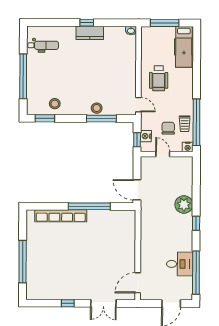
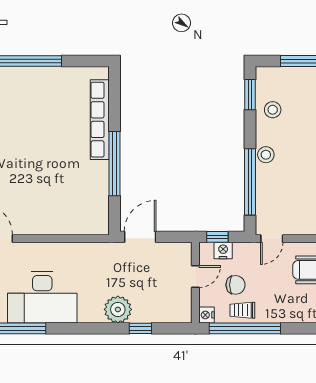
stool: (97, 108) -> (266, 155), moved
window: (101, 119) -> (250, 182), width x1.46
window: (196, 223) -> (140, 328), moved
desk: (180, 264) -> (42, 297), width x1.87, depth x1.30

